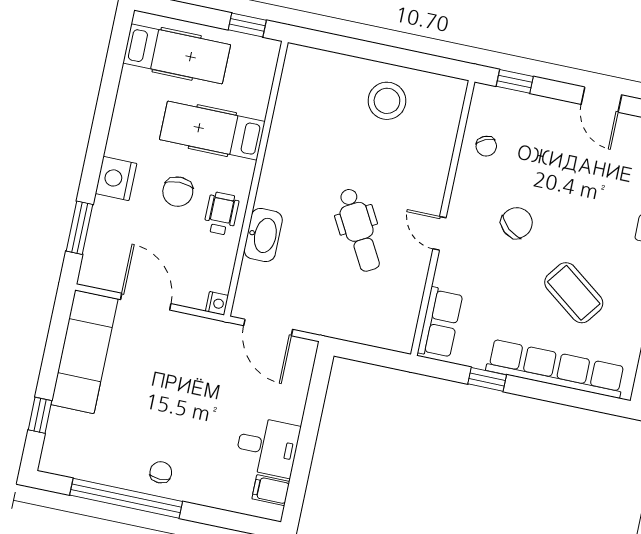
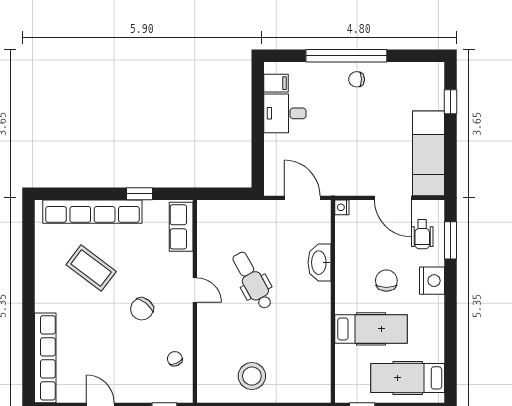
wheelchair: (221, 214) -> (422, 234), moved
chair: (161, 472) -> (357, 79), turned 90
window: (126, 498) -> (346, 56), moved

